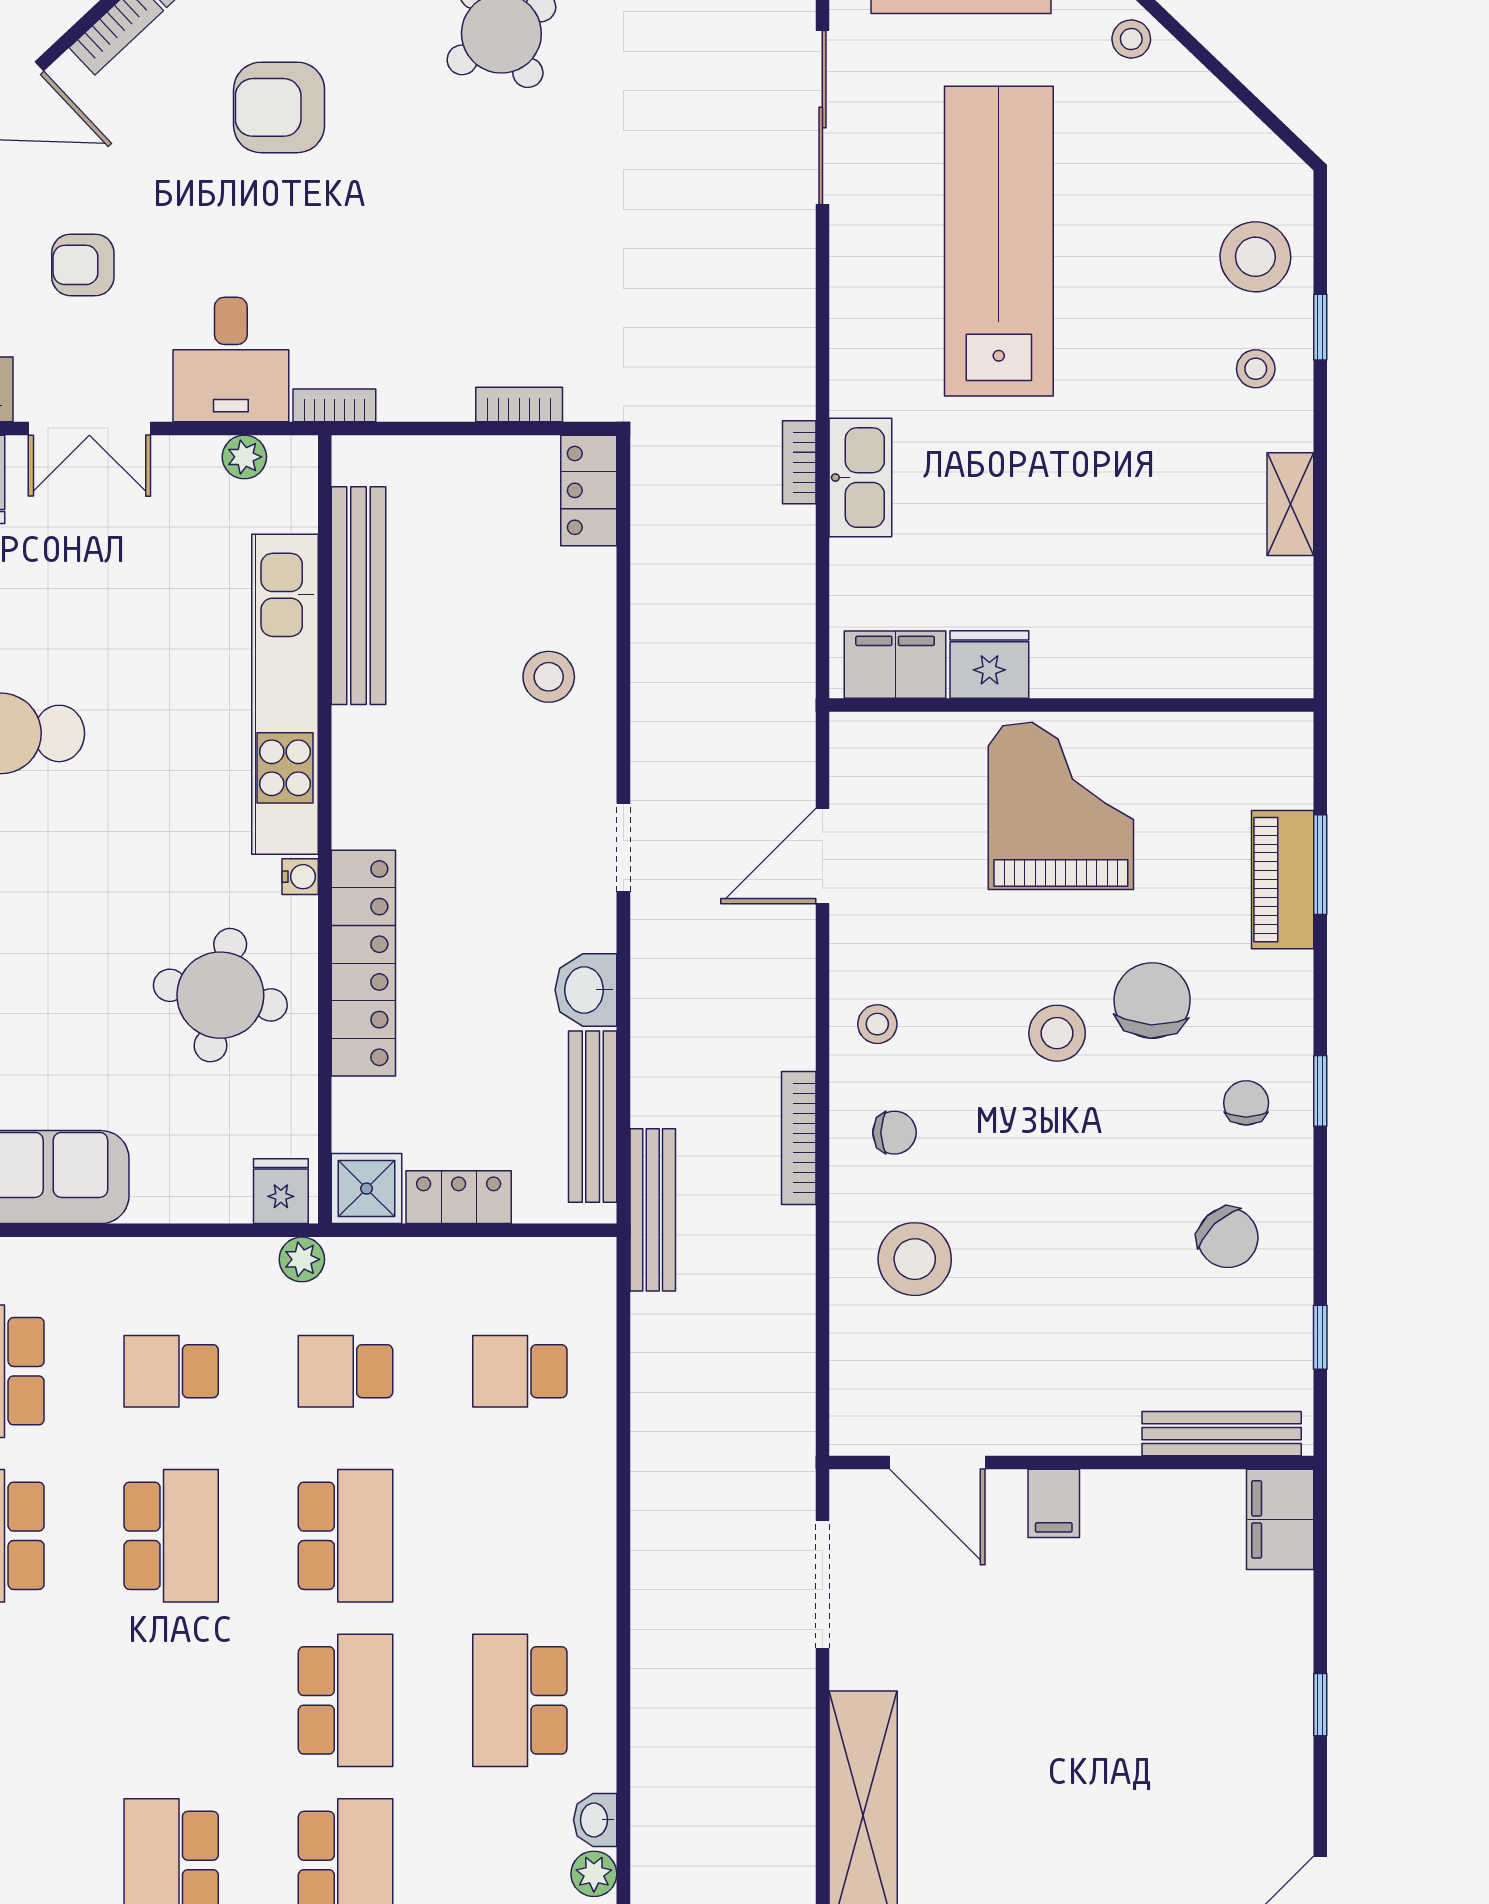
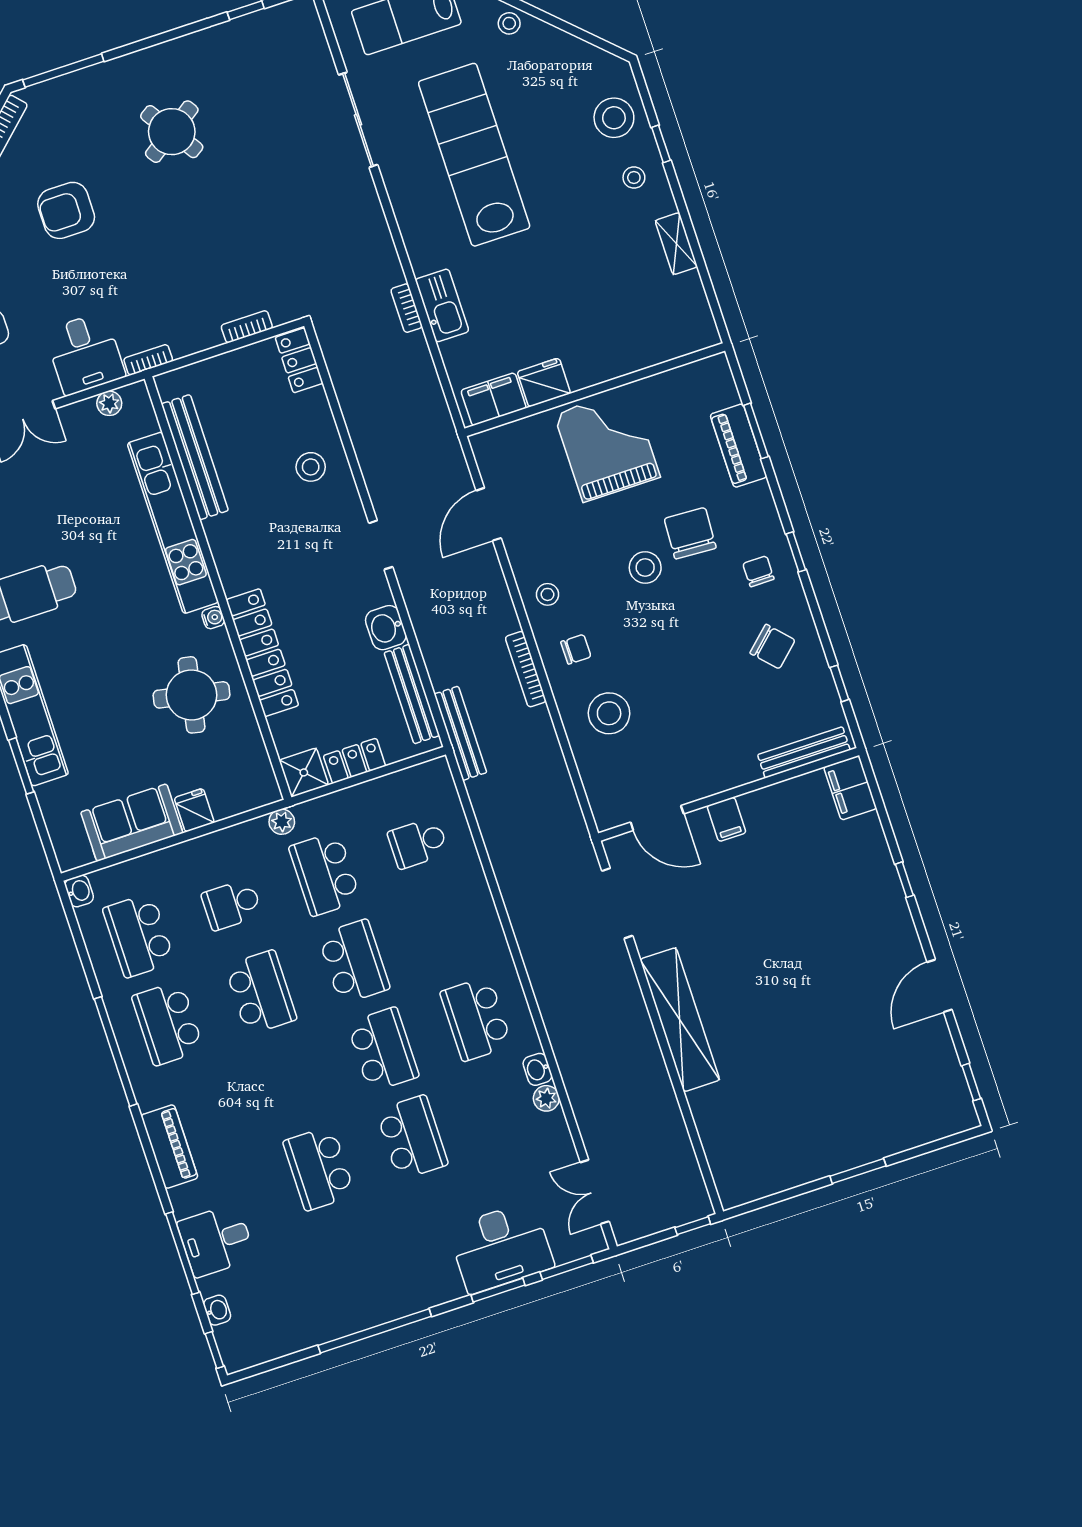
fridge: (281, 1191) -> (194, 810), moved
school desk: (346, 1371) -> (325, 874), width x1.85

